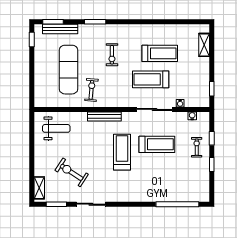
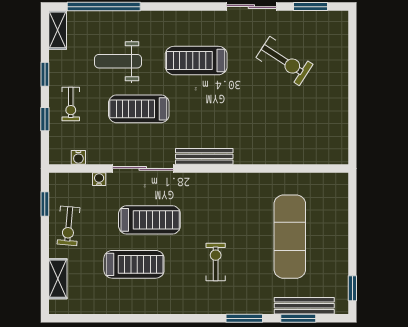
window: (53, 22) -> (298, 318), moved
treadmill: (160, 53) -> (134, 264), turned 180
exercise bike: (91, 90) -> (69, 226), moved
bench: (104, 117) -> (204, 156), moved
weight bench: (56, 128) -> (118, 61), moved
treadmill: (122, 152) -> (196, 61), moved, turned 90
shelving: (39, 188) -> (58, 30), moved

